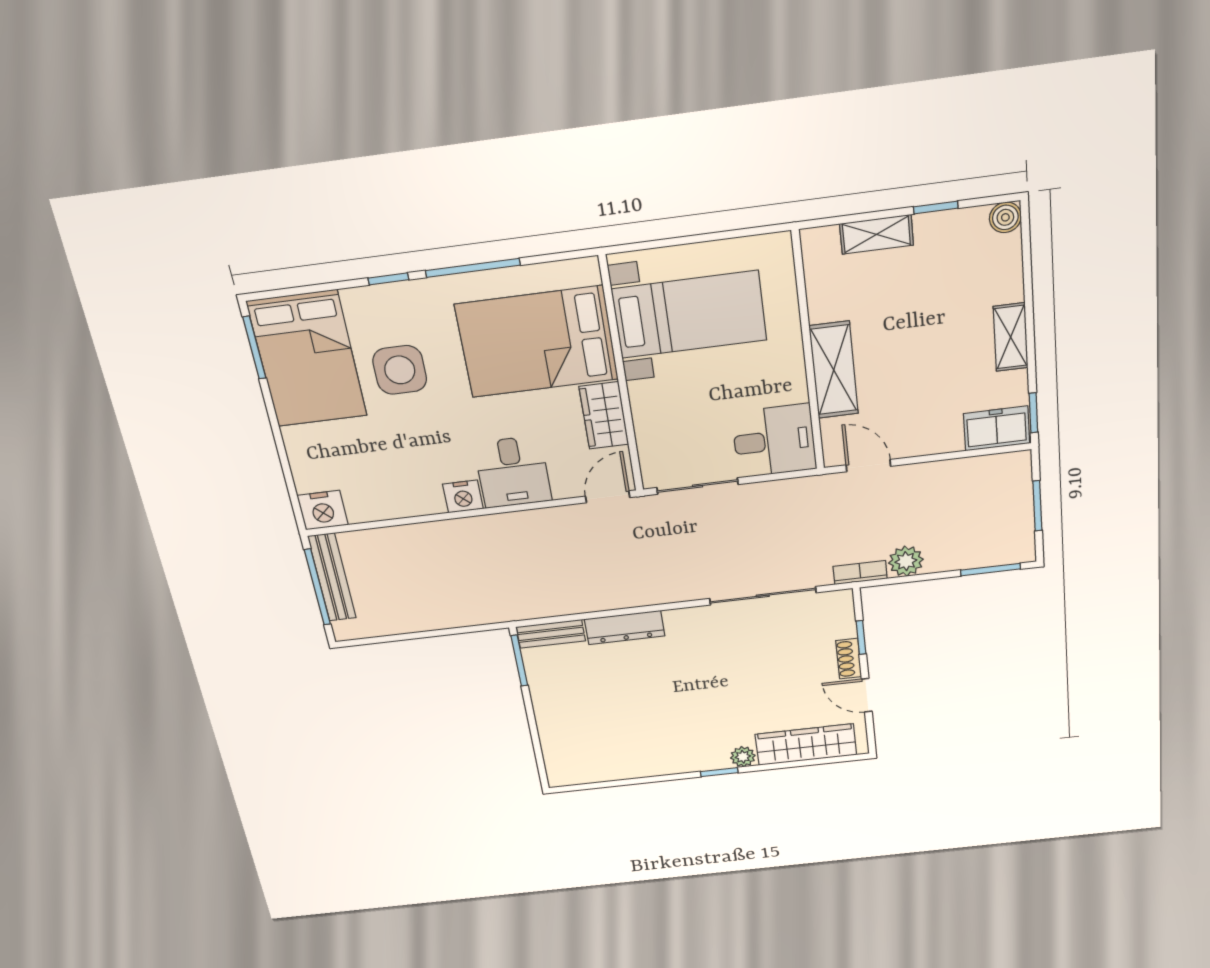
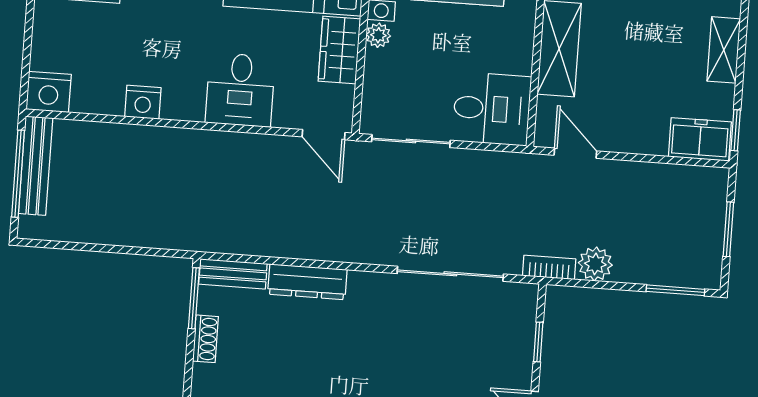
plant: (641, 394) -> (378, 35), added
nightstand: (463, 496) -> (143, 102), moved
door: (608, 497) -> (324, 135), swing flipped
shoe rack: (849, 659) -> (205, 339), moved, turned 180

